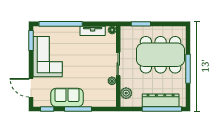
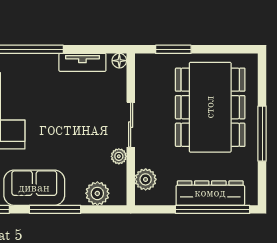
dining table: (161, 55) -> (210, 107), turned 90
plant: (101, 101) -> (97, 193), added

